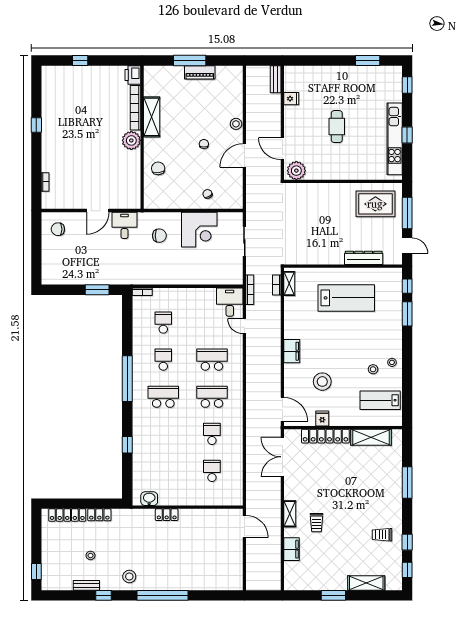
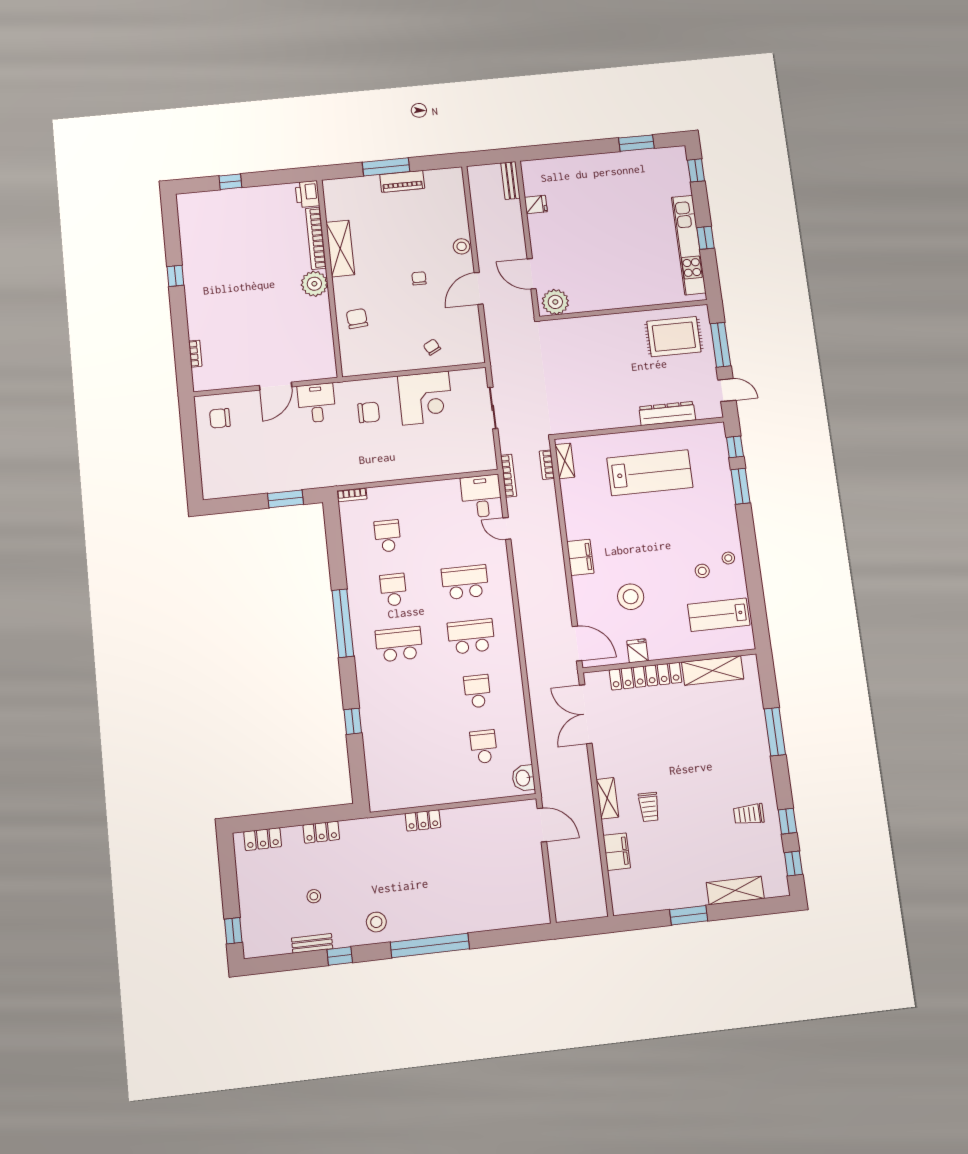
cafe table: (337, 127) -> (605, 236), removed
washbasin: (149, 499) -> (523, 778), moved, turned -90
locker: (67, 515) -> (263, 839), width x0.66

